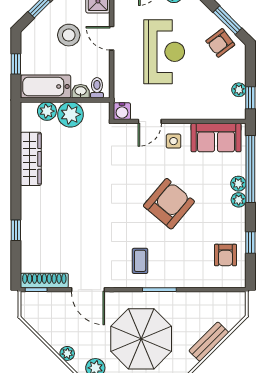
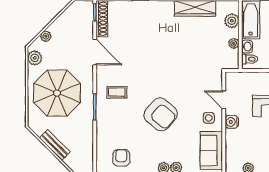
water cooler: (122, 111) -> (232, 122), moved
plant: (70, 114) -> (234, 43), width x0.53, depth x0.53
armchair: (225, 255) -> (121, 158), turned 90
door: (88, 290) -> (95, 52), swing flipped

